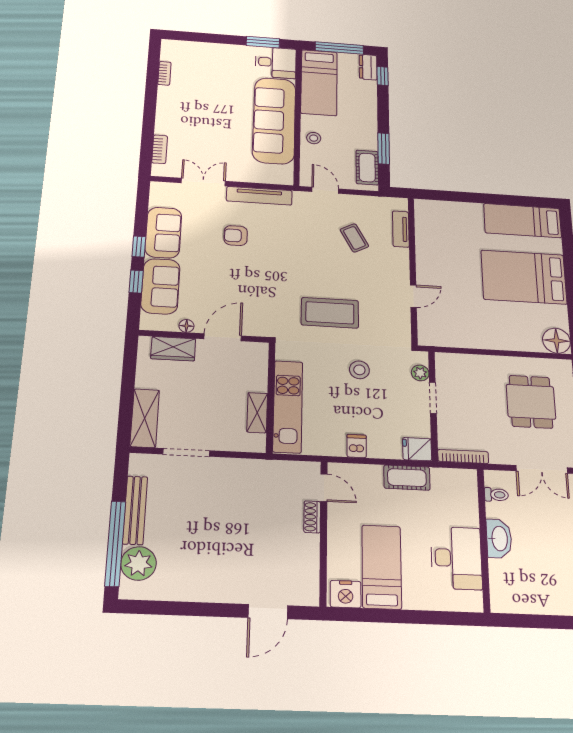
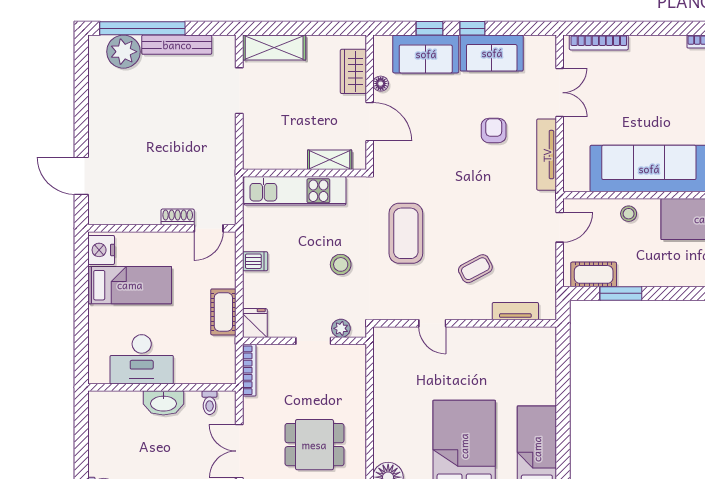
bookcase: (160, 149) -> (599, 43), width x1.56
coffee table: (354, 238) -> (475, 269), moved
shelving: (257, 413) -> (330, 160), moved

